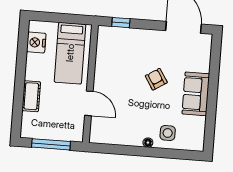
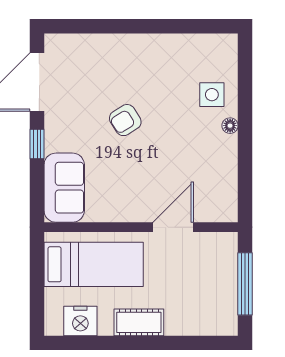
window: (121, 23) -> (37, 144), moved
sofa: (196, 94) -> (64, 188), moved, turned -90
cot: (31, 96) -> (139, 322), moved

